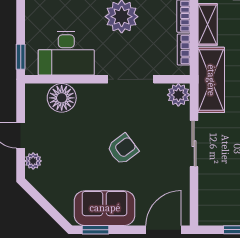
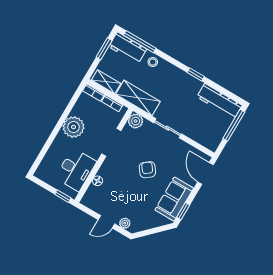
floor lamp: (62, 98) -> (98, 181), width x0.53, depth x0.53

